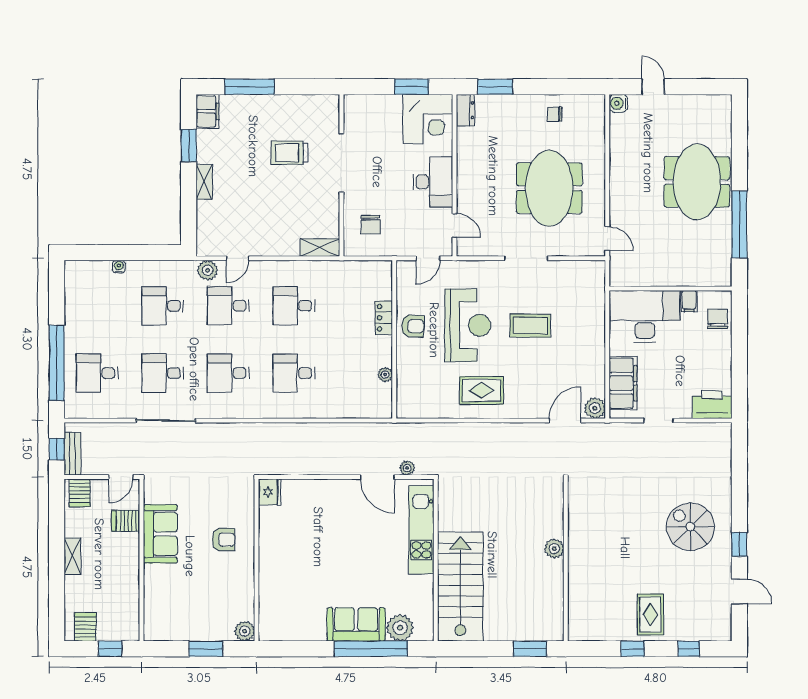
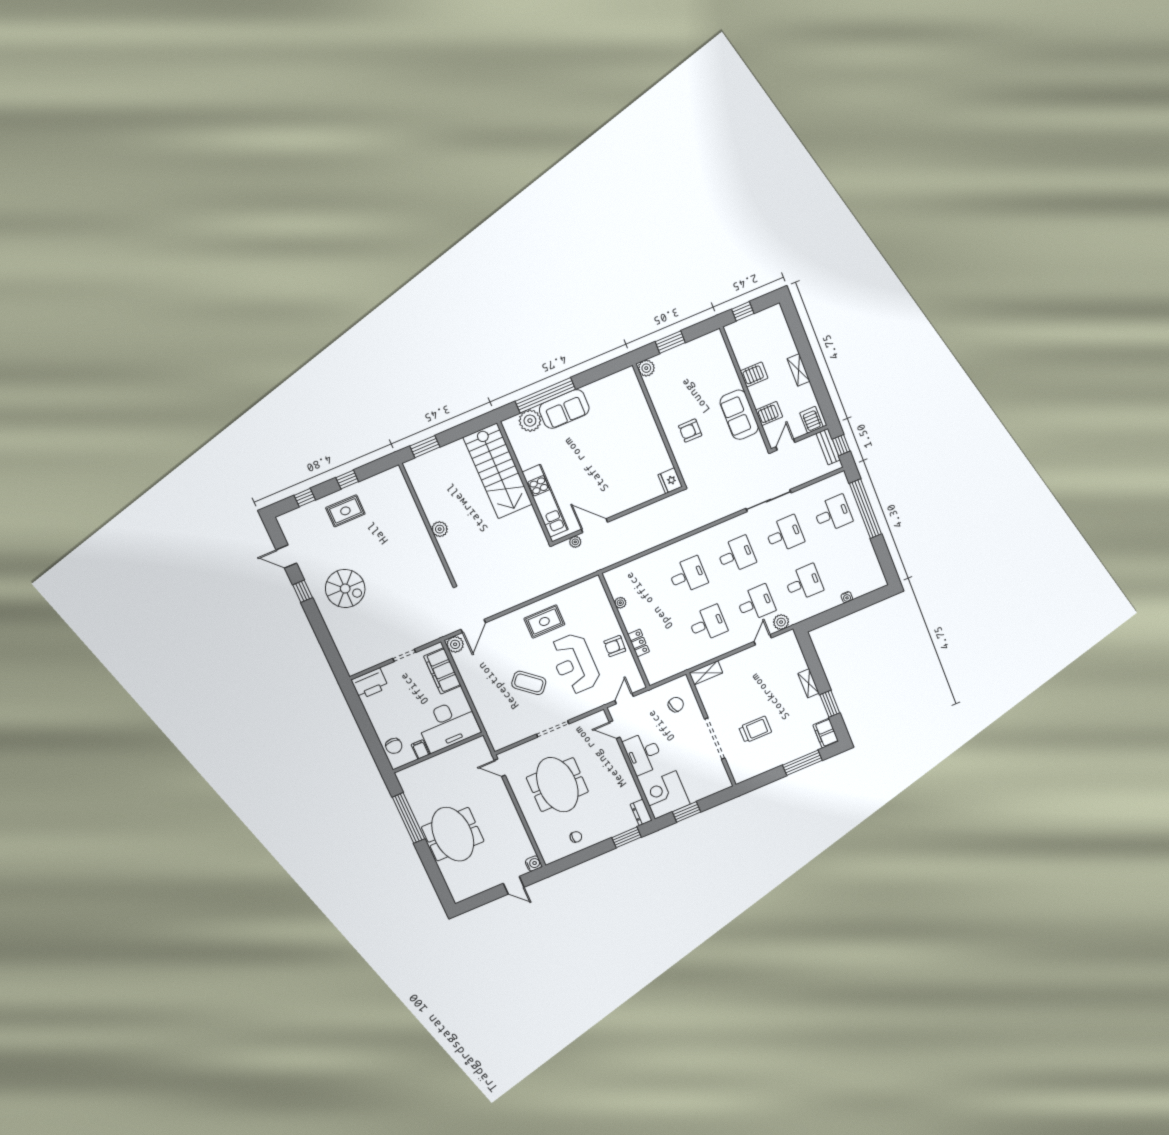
chair: (371, 225) -> (676, 705), turned 70
coffee table: (530, 326) -> (529, 683), turned 39
rug: (650, 615) -> (345, 511), turned 90
server rack: (85, 627) -> (754, 374), moved, turned -90

